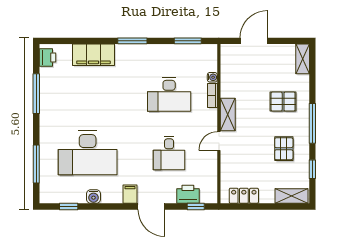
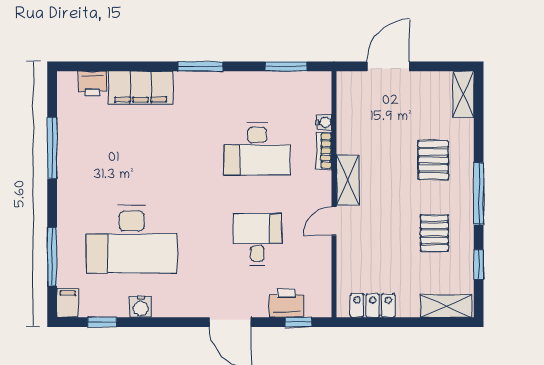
printer: (48, 57) -> (93, 84), moved, turned 90
pallet: (283, 102) -> (433, 160), turned 90
desk: (169, 153) -> (257, 239), turned 180
filing cabinet: (130, 194) -> (68, 303), moved

